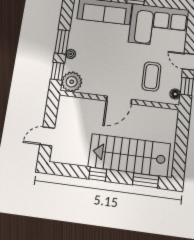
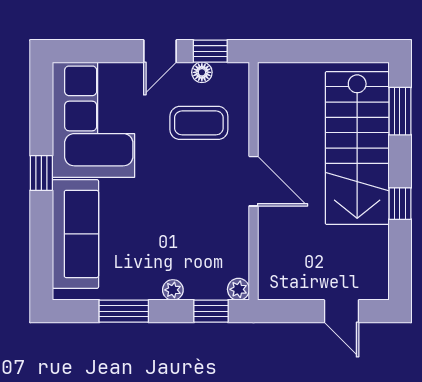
window: (62, 42) -> (124, 311), moved
plant: (72, 82) -> (238, 289), width x0.53, depth x0.53
floor lamp: (175, 94) -> (202, 72), moved

